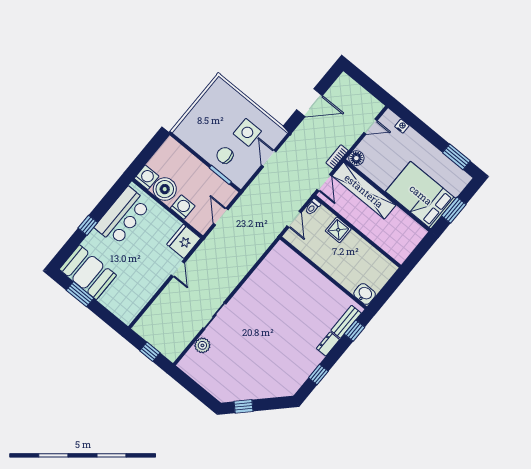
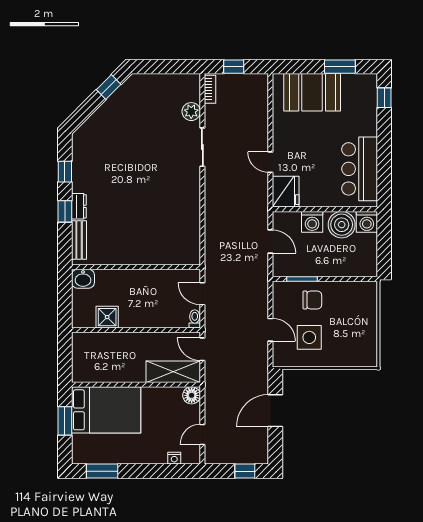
window: (362, 79) -> (245, 471), added
bookcase: (337, 157) -> (210, 89), moved
shelving: (364, 191) -> (173, 372), width x0.68
window: (88, 225) -> (384, 98), moved
shower: (338, 230) -> (107, 317), moved
booth: (88, 272) -> (312, 92), moved
window: (354, 331) -> (65, 211), moved

